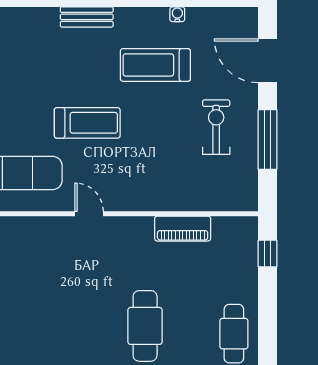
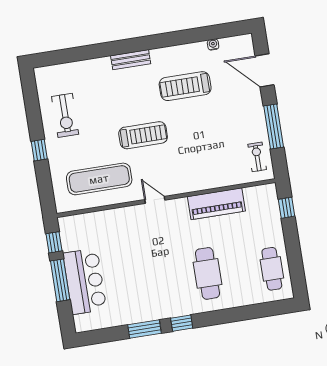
water cooler: (177, 14) -> (213, 45), moved
exercise bike: (216, 127) -> (257, 157), moved, width x0.73, depth x0.72
piano: (183, 229) -> (216, 204), width x1.37, depth x1.33

